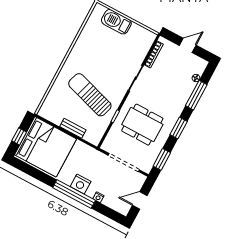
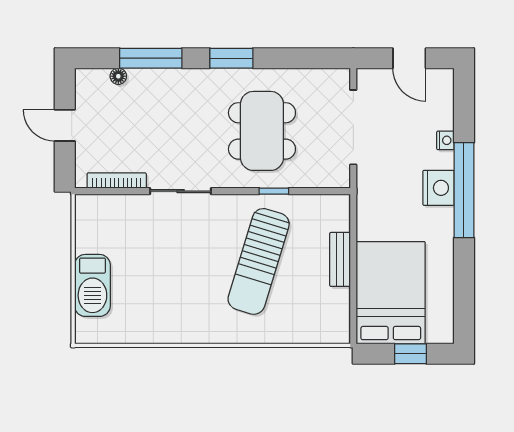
bed: (46, 147) -> (391, 293), width x0.73
window: (162, 159) -> (308, 58), removed

